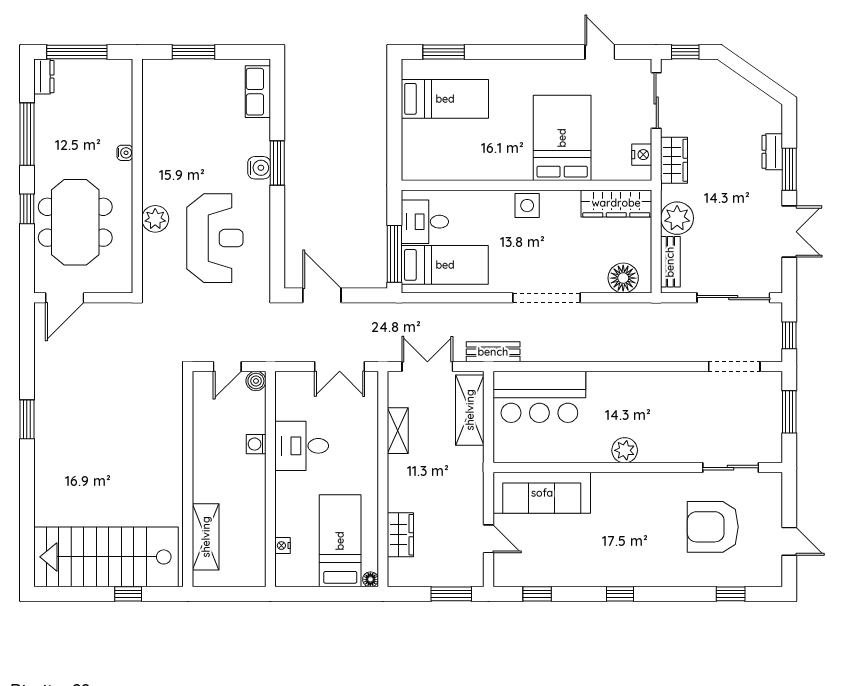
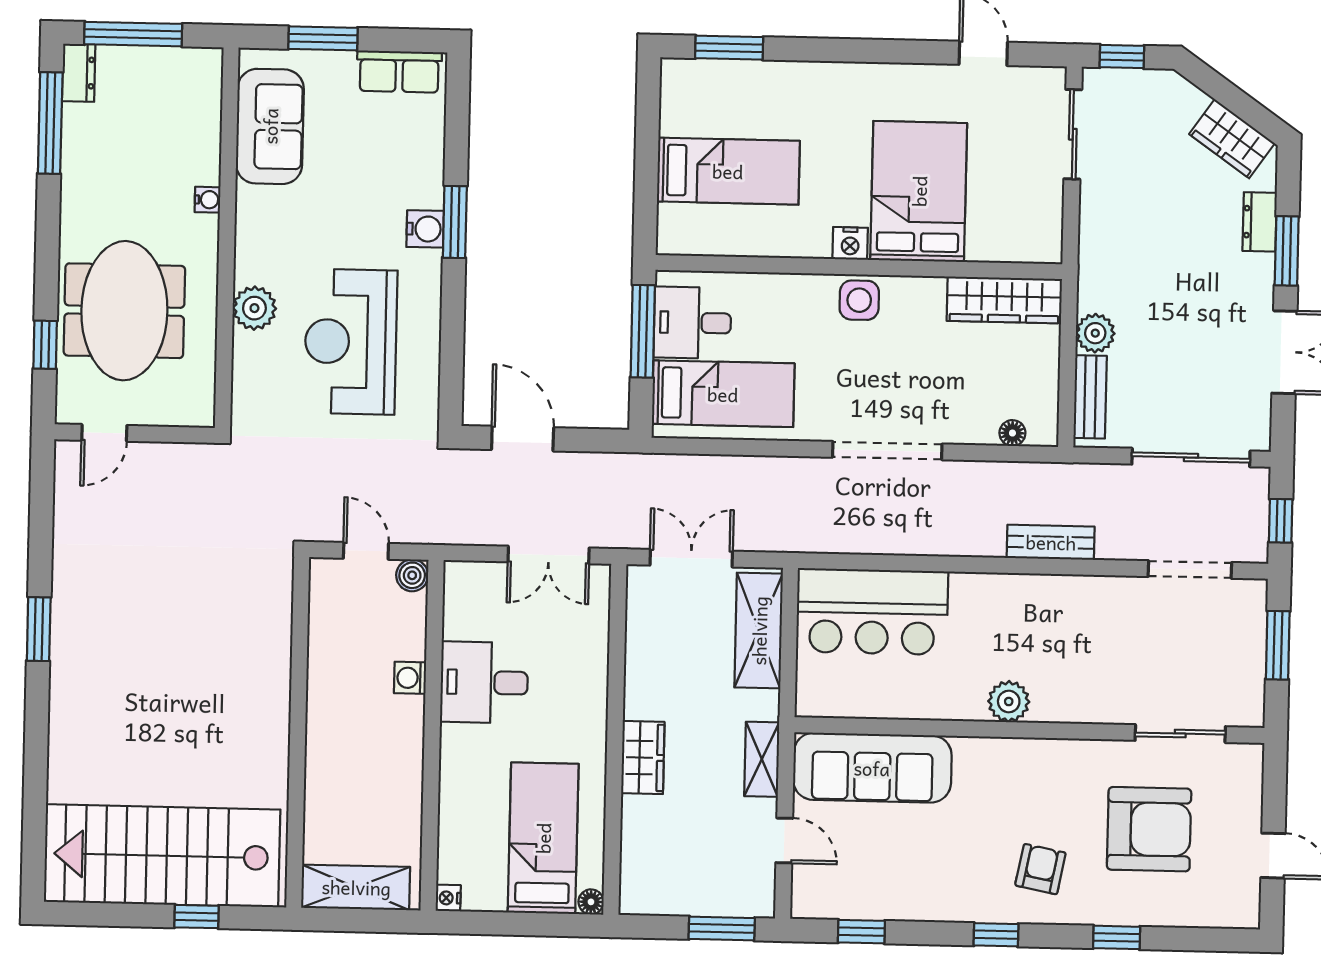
row of seats: (258, 92) -> (399, 72), moved, turned -90
bed: (445, 99) -> (728, 171), moved
sofa: (162, 107) -> (270, 126), added
window: (27, 134) -> (50, 123), moved
nightstand: (642, 155) -> (850, 243), moved, turned 90
wardrobe: (674, 160) -> (1232, 139), moved, turned 125
window: (27, 209) -> (45, 345), moved
plant: (677, 218) -> (1095, 333), width x0.73, depth x0.73
reception desk: (215, 238) -> (351, 342), turned 180
window: (394, 254) -> (643, 331), moved
floor lamp: (623, 278) -> (1012, 433), width x0.53, depth x0.53
door: (65, 298) -> (104, 433), width x0.73
bench: (493, 352) -> (1051, 542), moved
door: (227, 367) -> (366, 551), swing flipped
shelving: (398, 431) -> (762, 759), moved
armchair: (713, 527) -> (1149, 829), turned 180
wardrobe: (400, 535) -> (643, 758), moved
shelving: (206, 537) -> (356, 887), moved, turned 90
nightstand: (283, 546) -> (448, 898), moved
armchair: (647, 553) -> (1040, 869), added
window: (731, 594) -> (1117, 937), moved

